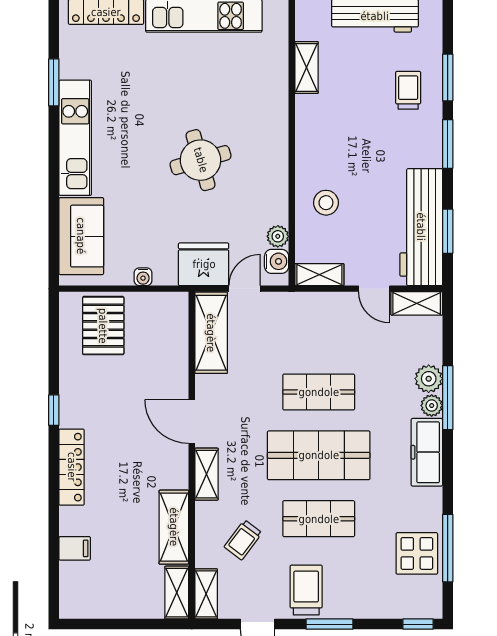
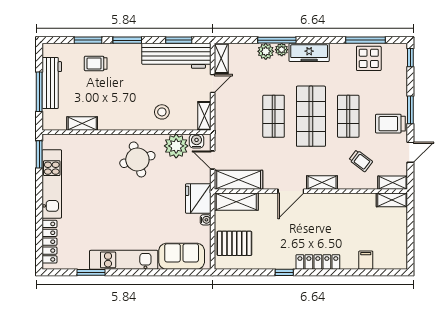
round table: (201, 160) -> (137, 159), moved
plant: (278, 236) -> (176, 146), width x1.87, depth x1.87
fridge: (204, 264) -> (198, 199), moved
shelving: (174, 527) -> (236, 202), moved

